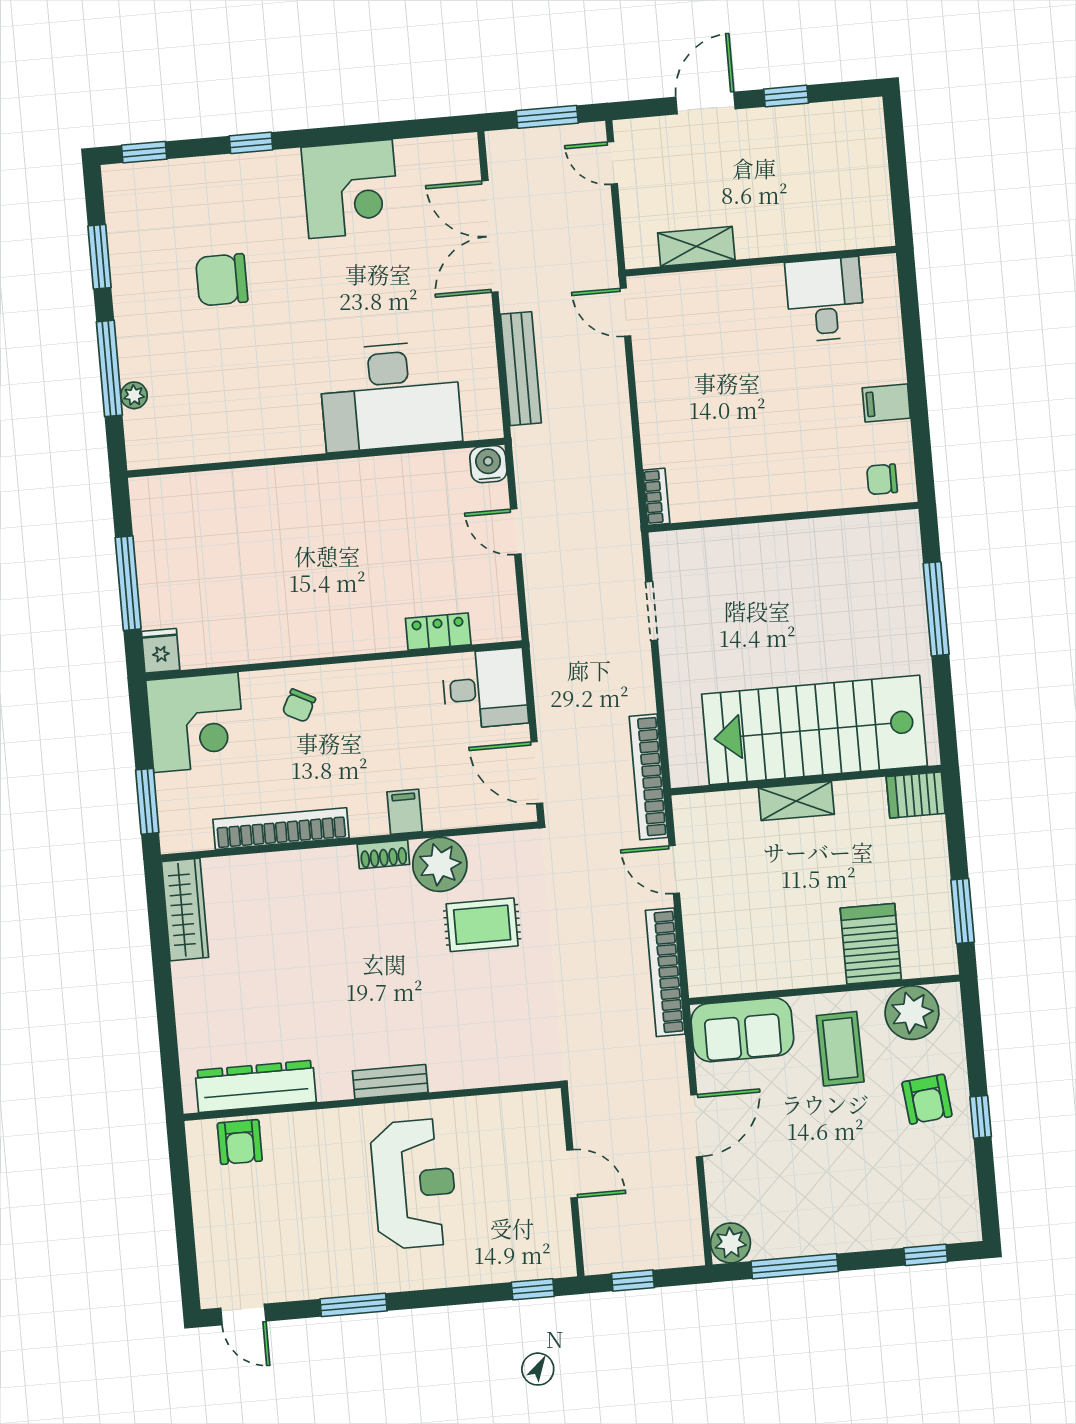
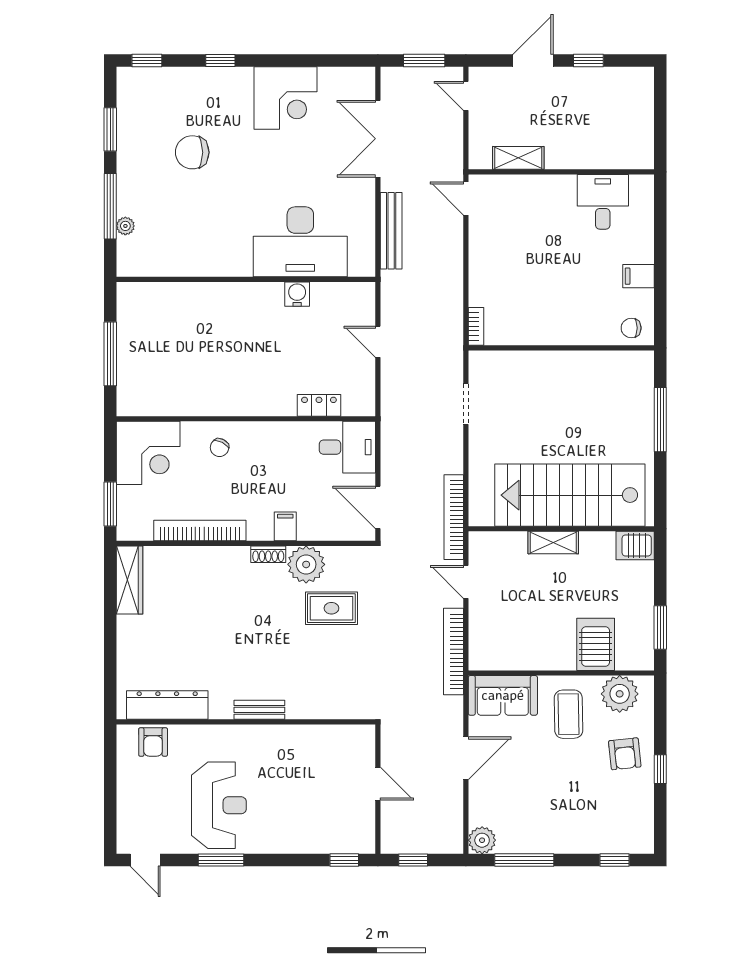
water cooler: (488, 464) -> (297, 294), moved
fridge: (161, 651) -> (128, 402), removed
reception desk: (414, 1184) -> (219, 805), moved

